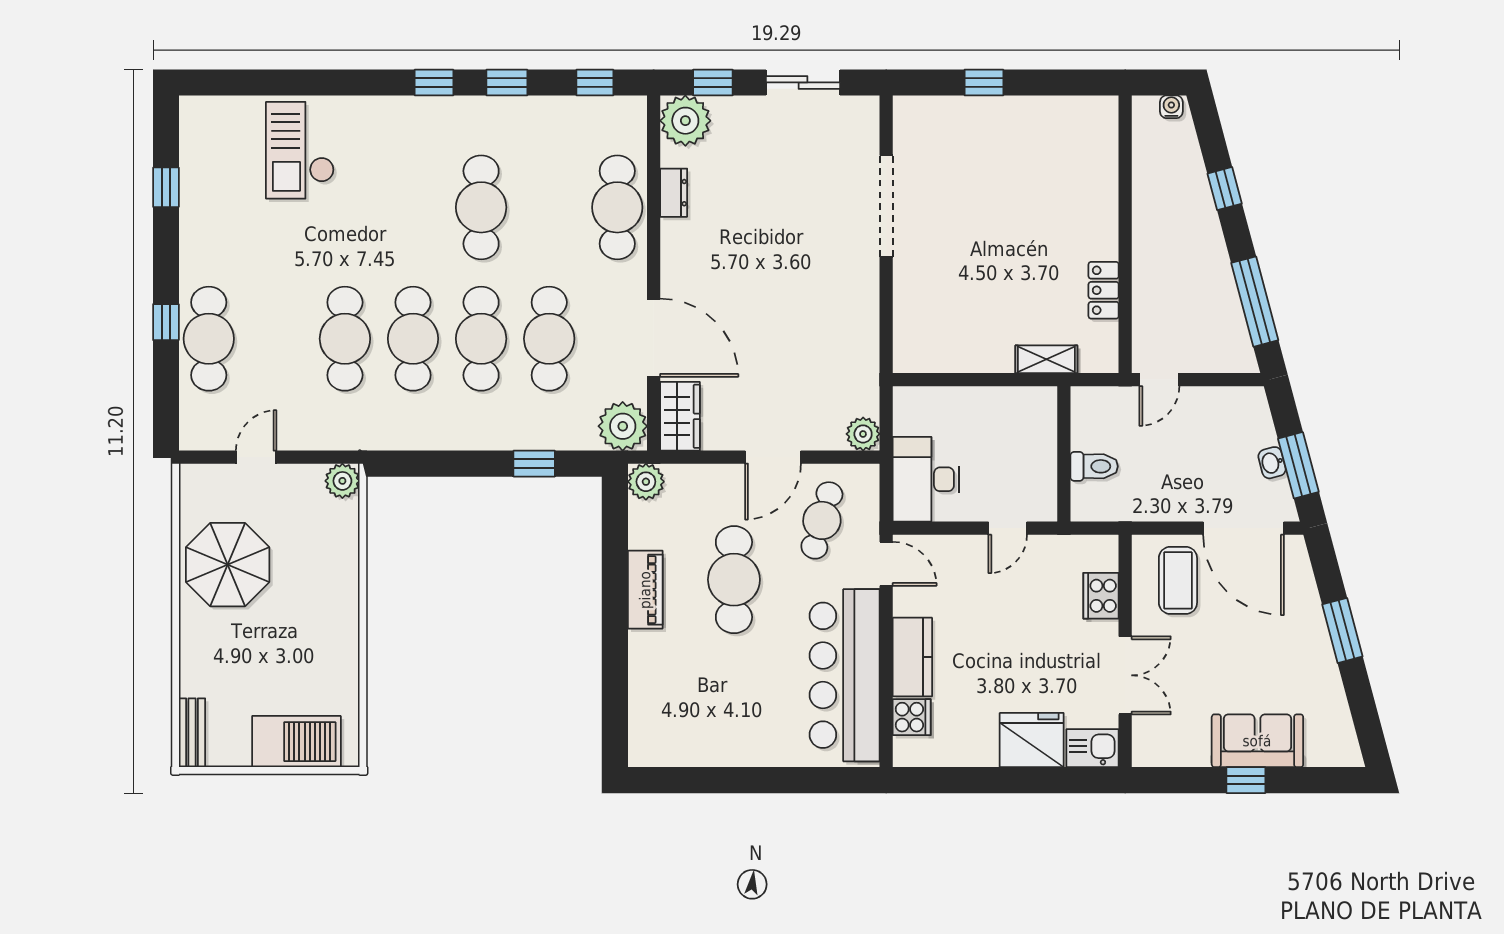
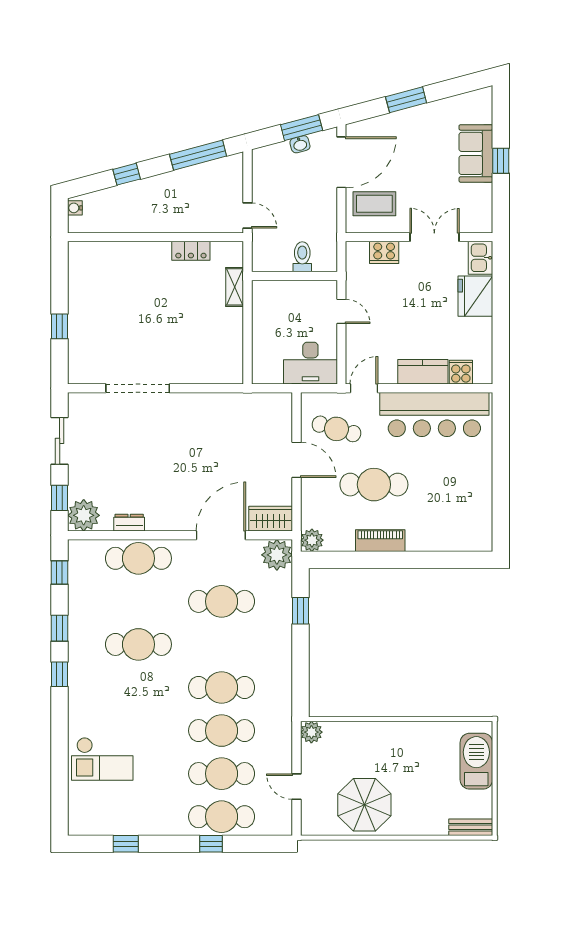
cafe table: (481, 339) -> (222, 774), moved
plant: (863, 434) -> (282, 403), removed

